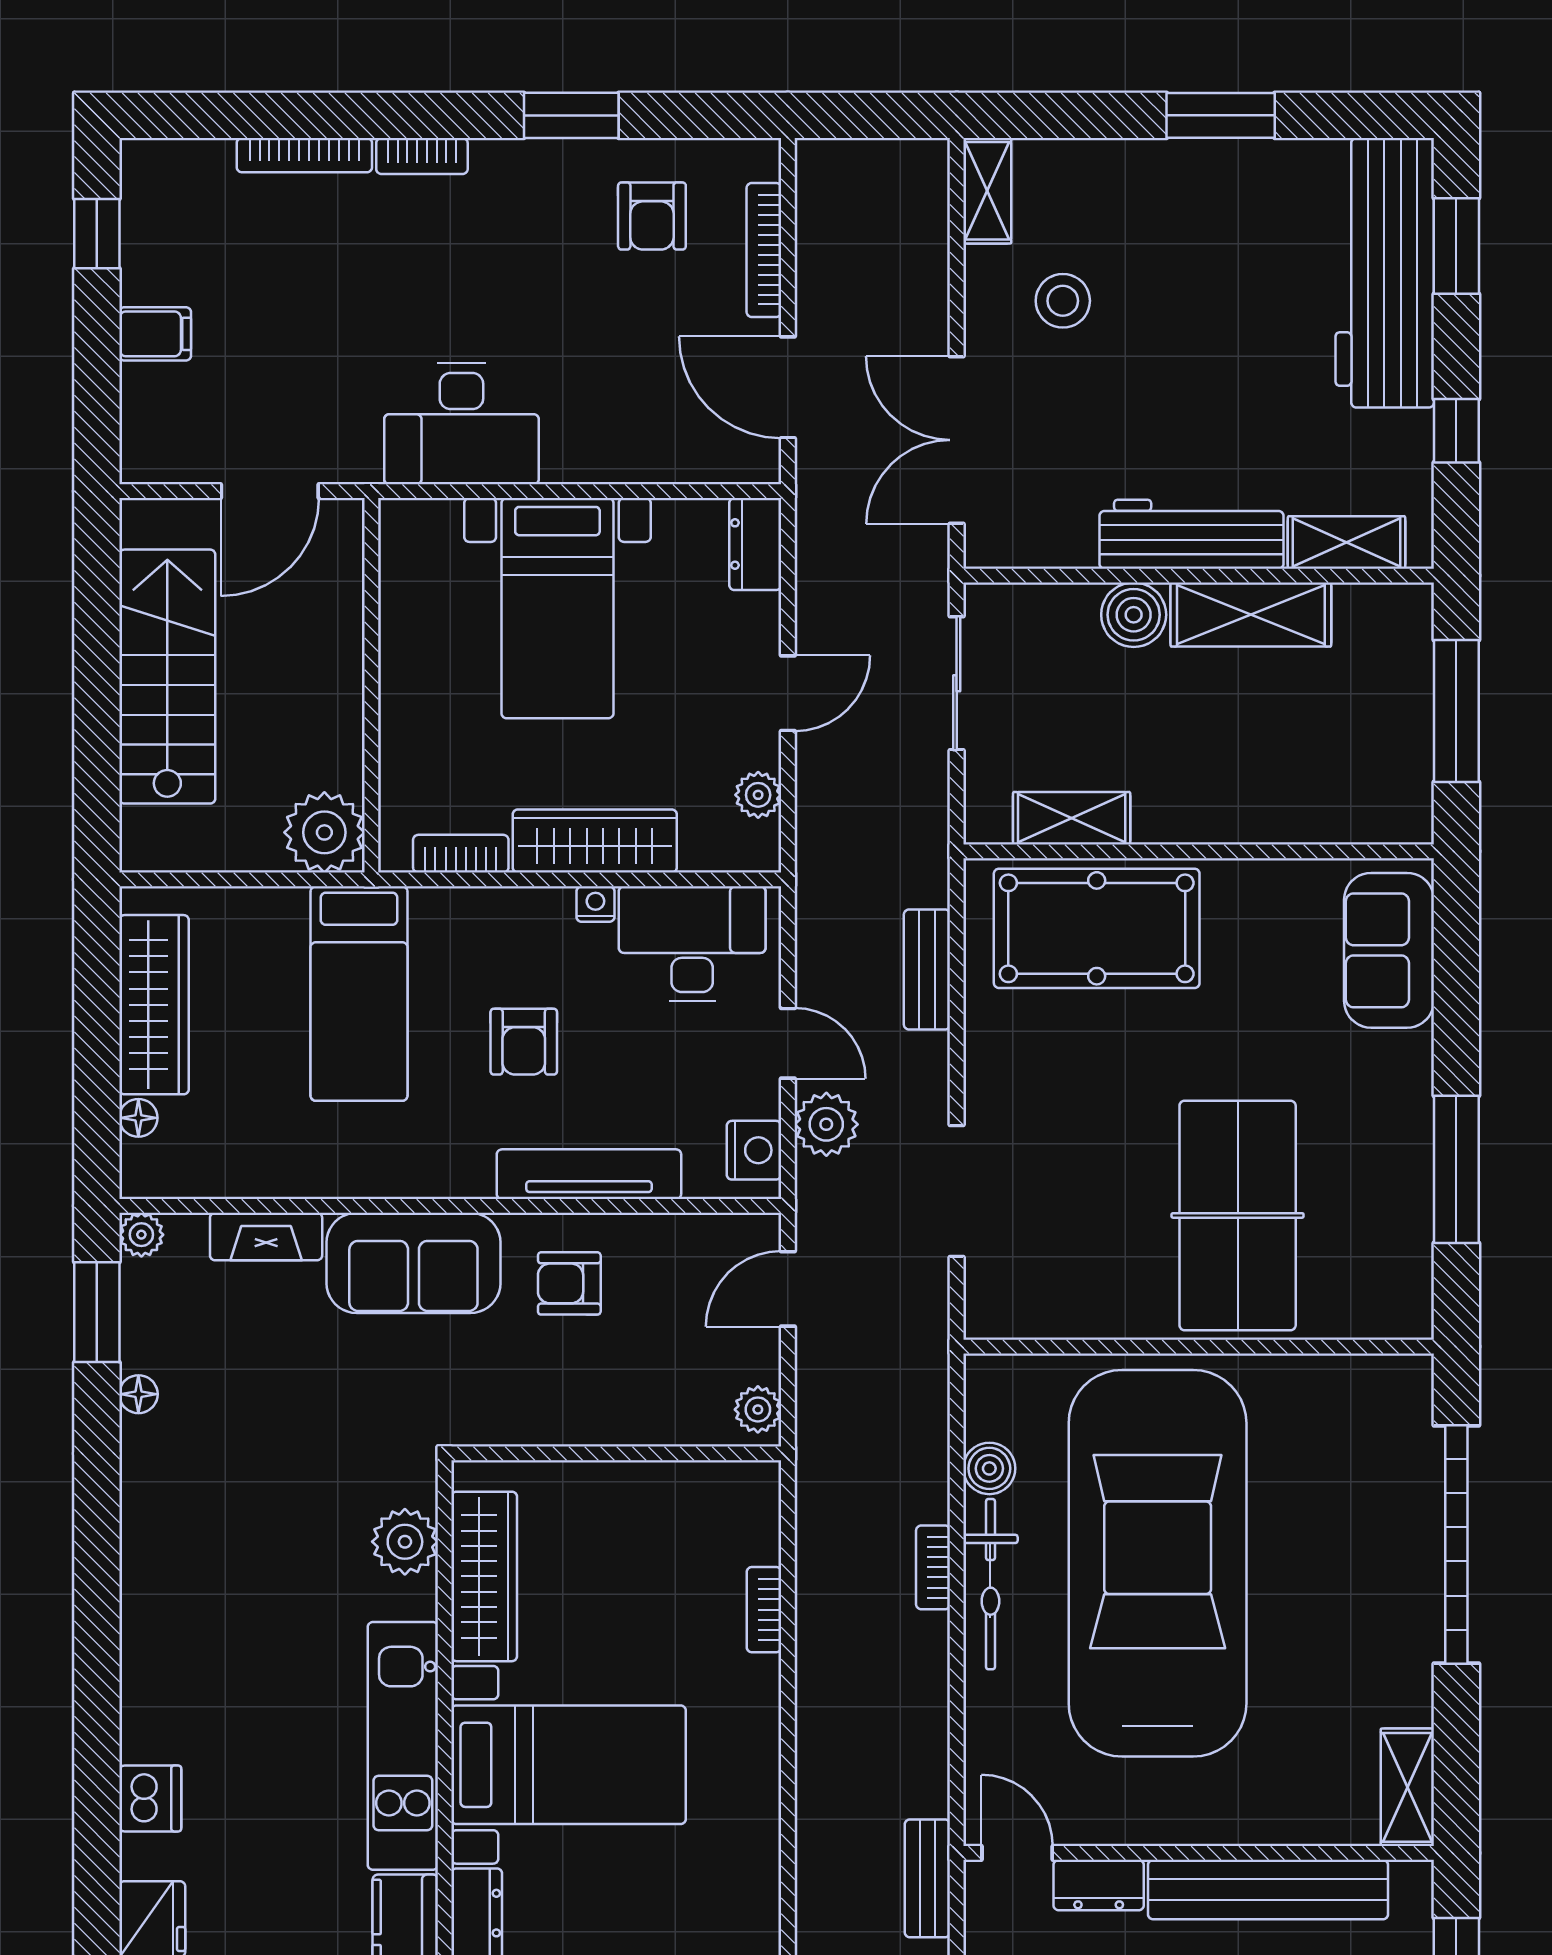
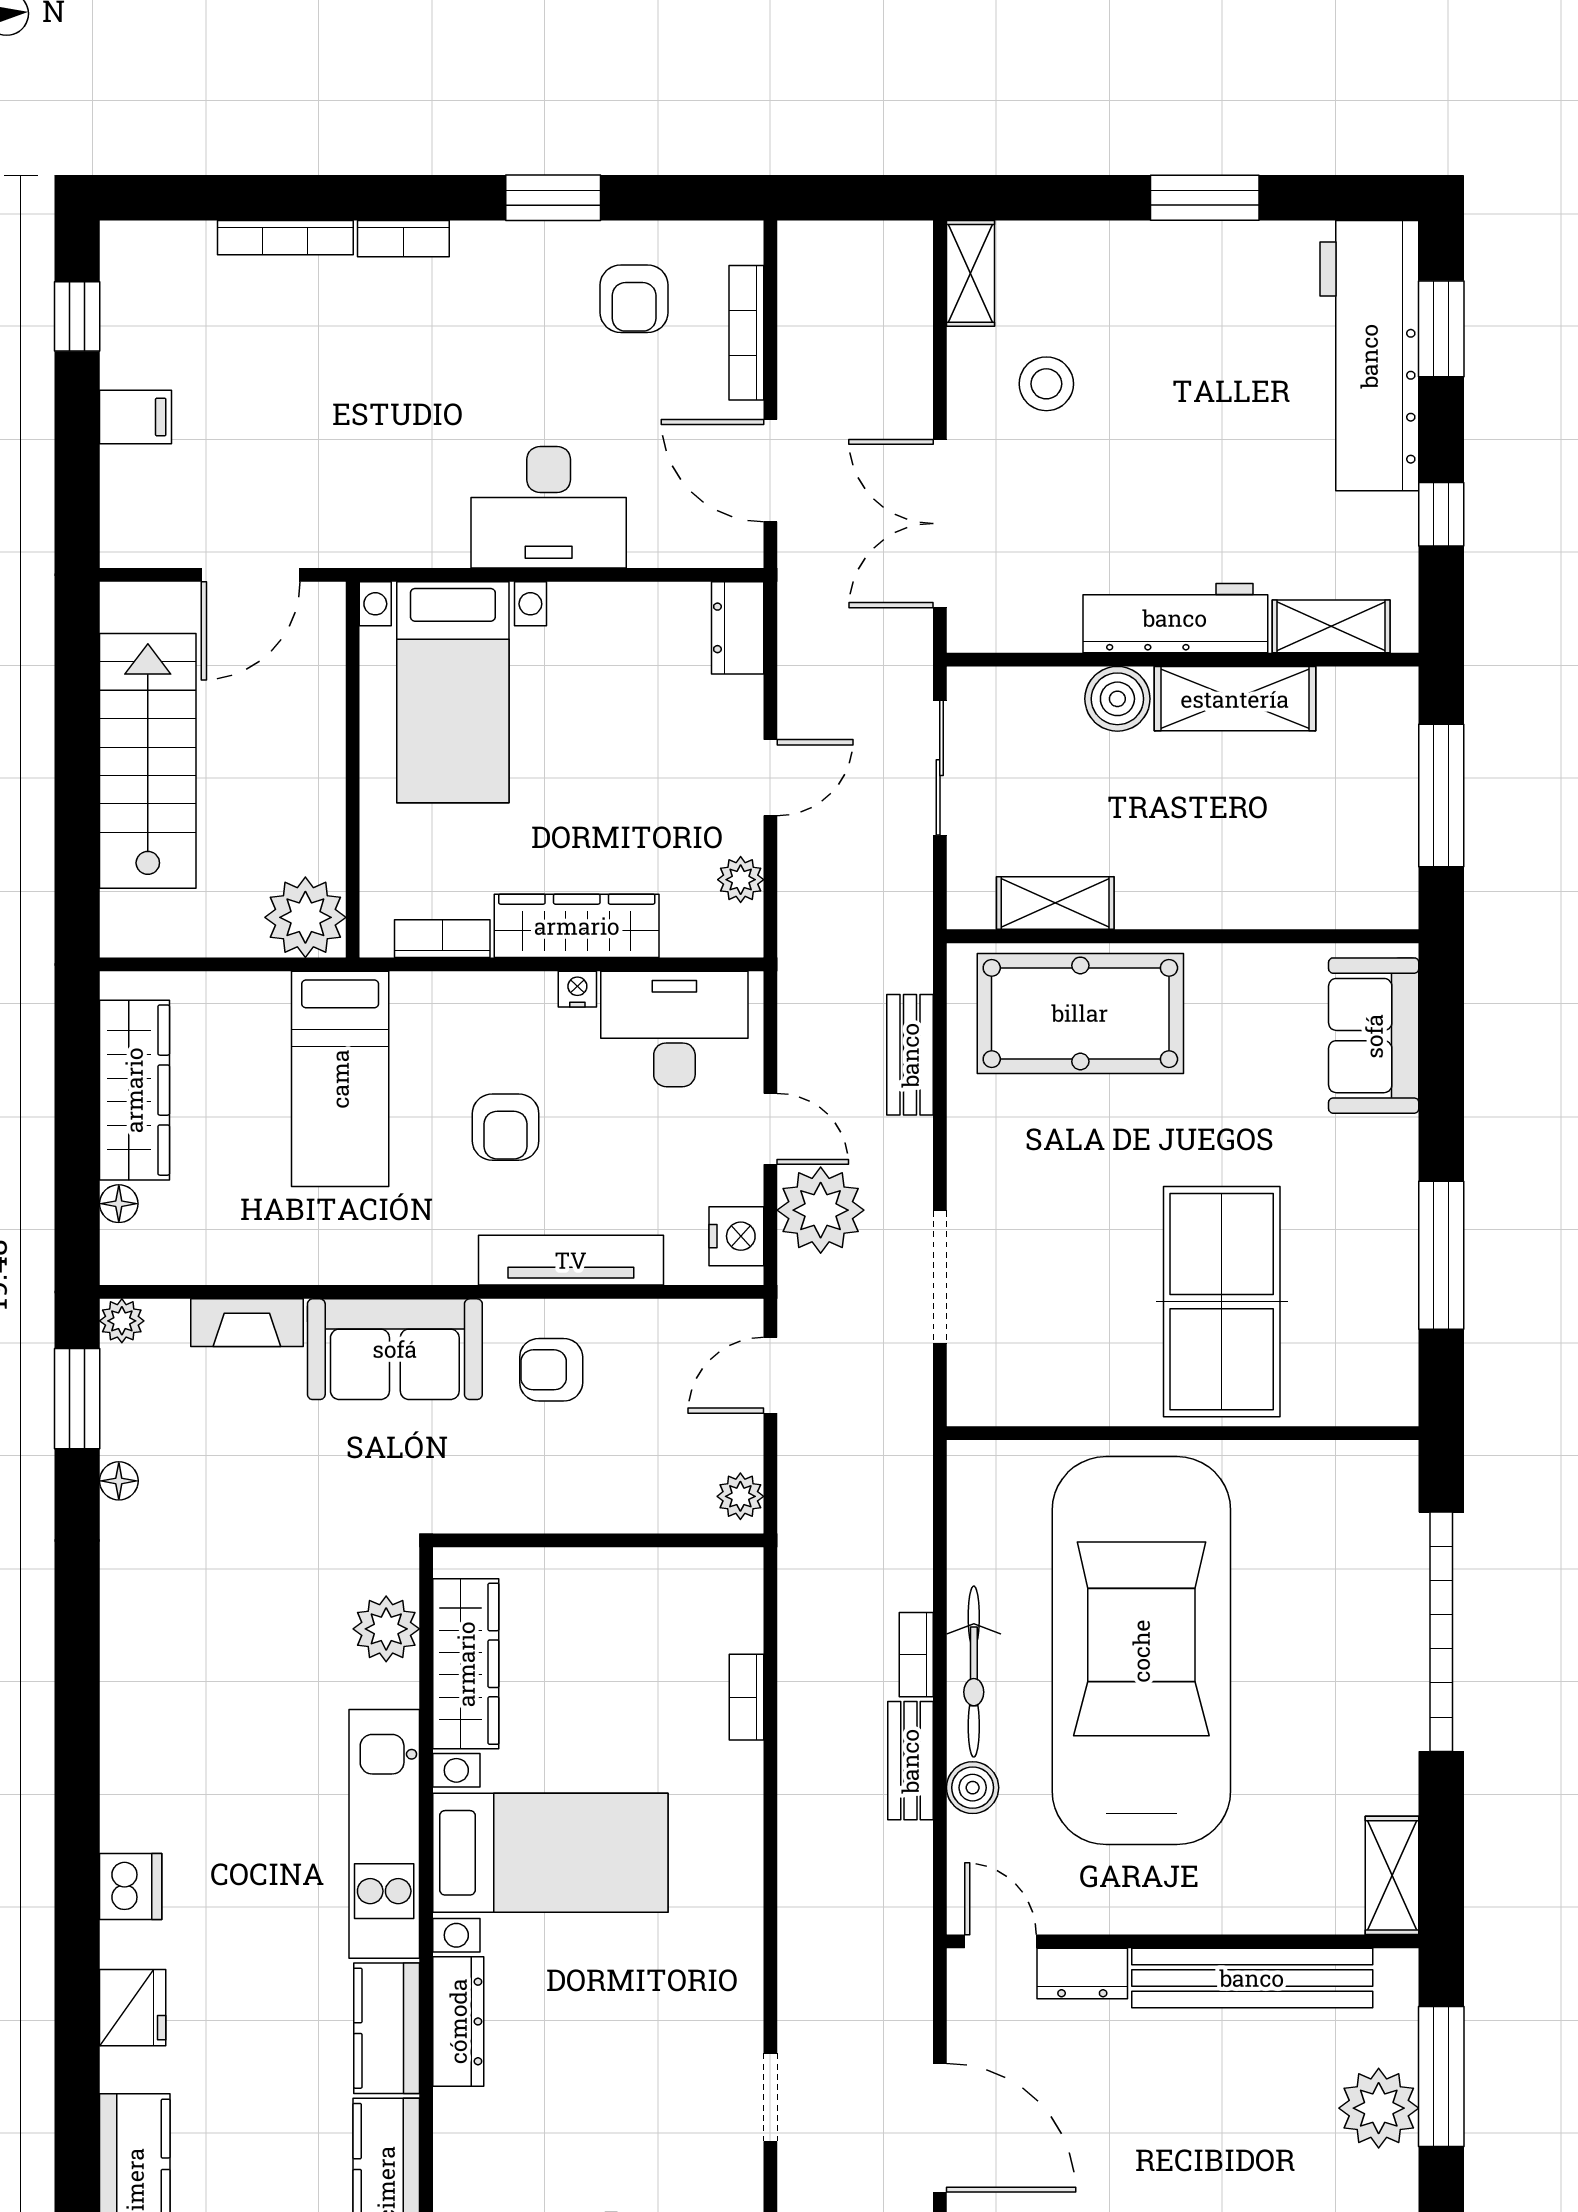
desk: (461, 424) -> (549, 507), moved
bed with nightstands: (557, 608) -> (453, 692), moved
plant: (826, 1124) -> (821, 1210), width x1.36, depth x1.36
boiler: (989, 1468) -> (973, 1788), moved
bench: (927, 1878) -> (910, 1761), moved

